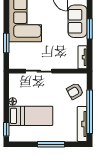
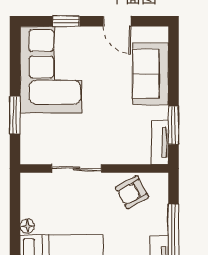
window: (90, 29) -> (173, 125), moved
armchair: (75, 91) -> (132, 192), moved

